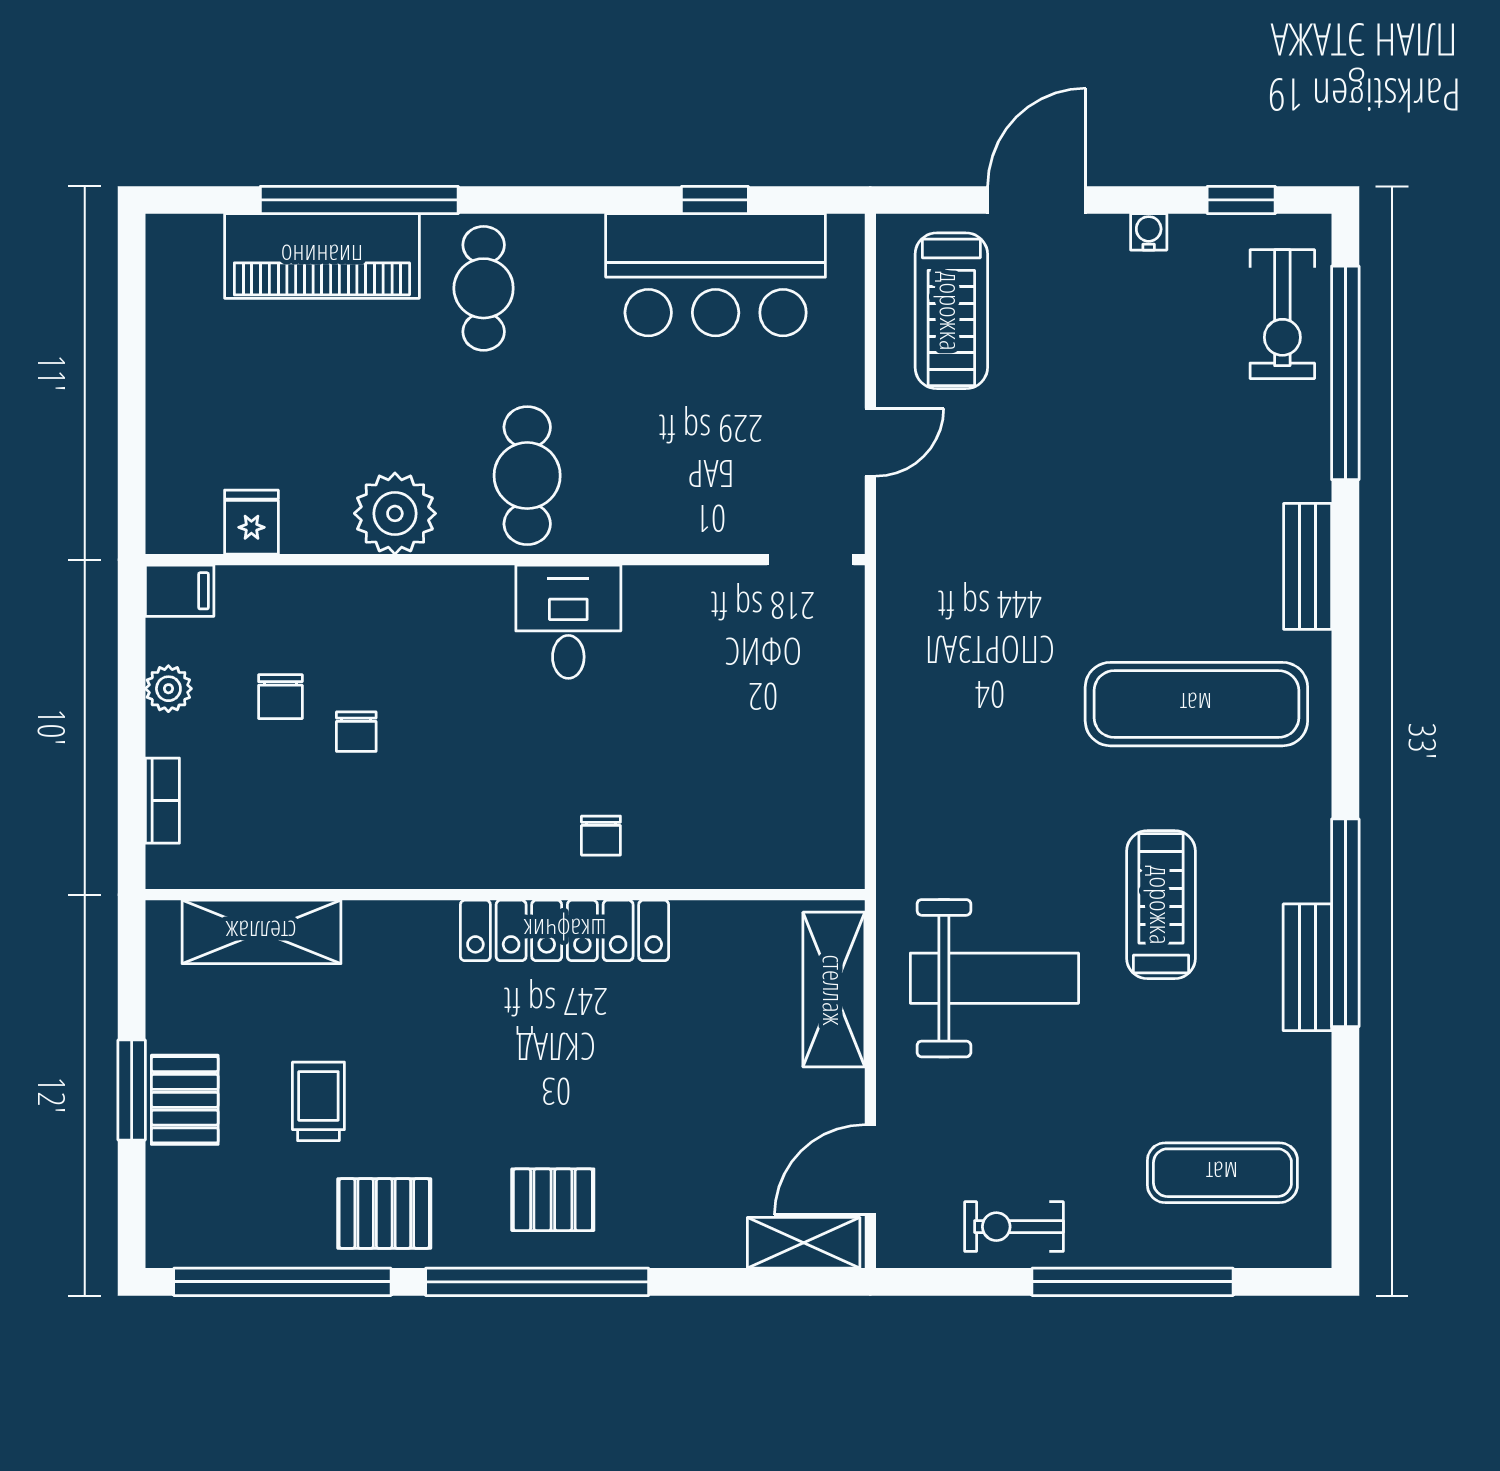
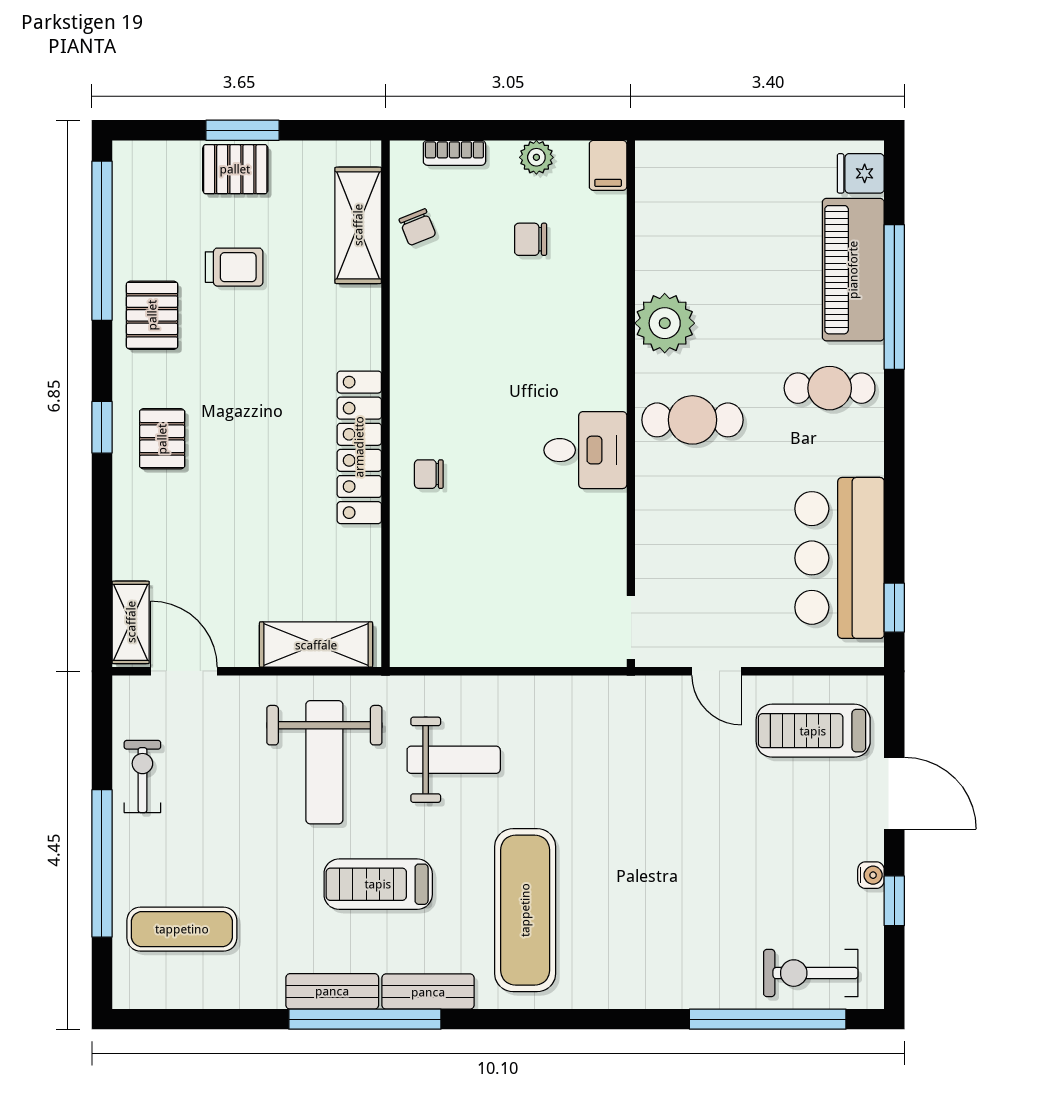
window: (715, 200) -> (894, 608), moved
window: (1241, 200) -> (894, 901), moved
fridge: (251, 522) -> (861, 173), moved, turned 180
bench: (1308, 566) -> (428, 992), moved
chair: (356, 732) -> (417, 227), moved, turned -112
weight bench: (991, 802) -> (454, 760), added
treadmill: (1161, 905) -> (378, 884), turned 180
exercise mat: (1222, 1173) -> (182, 929), turned 90
window: (537, 1282) -> (102, 427), width x0.32

